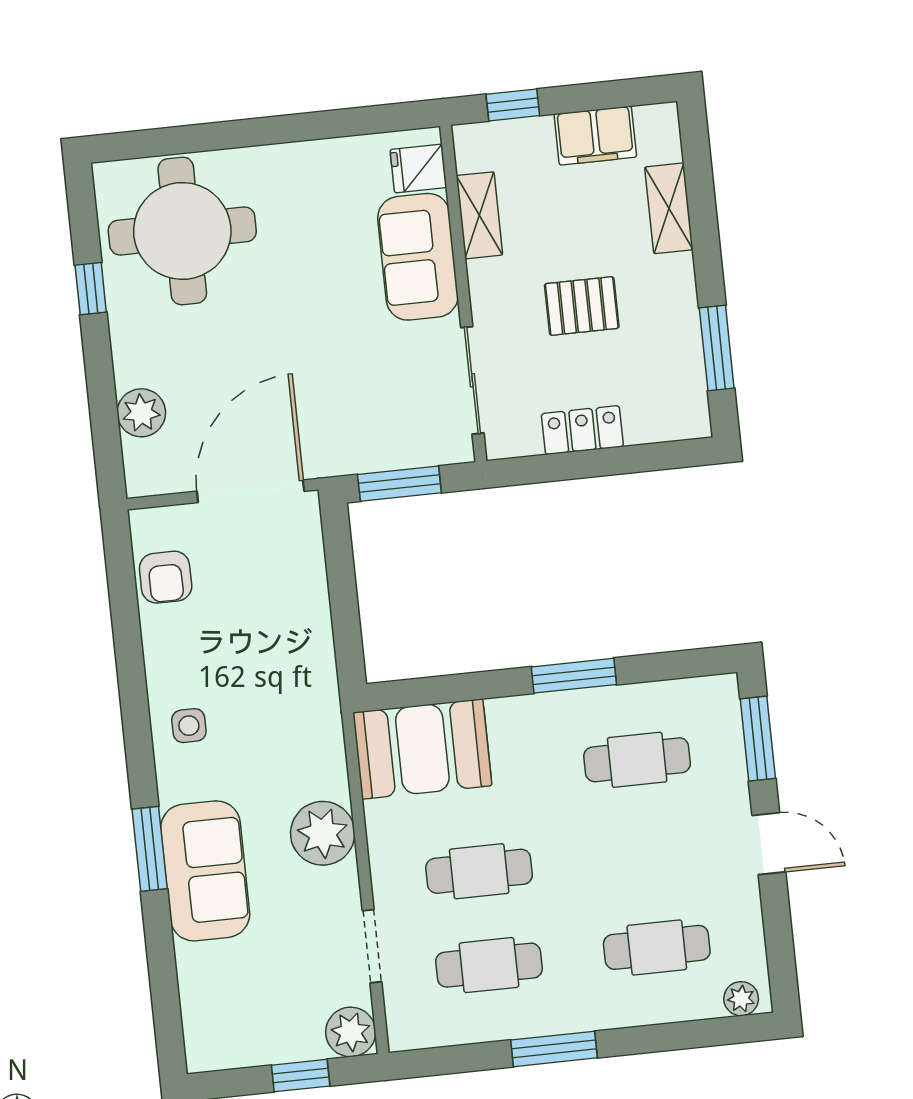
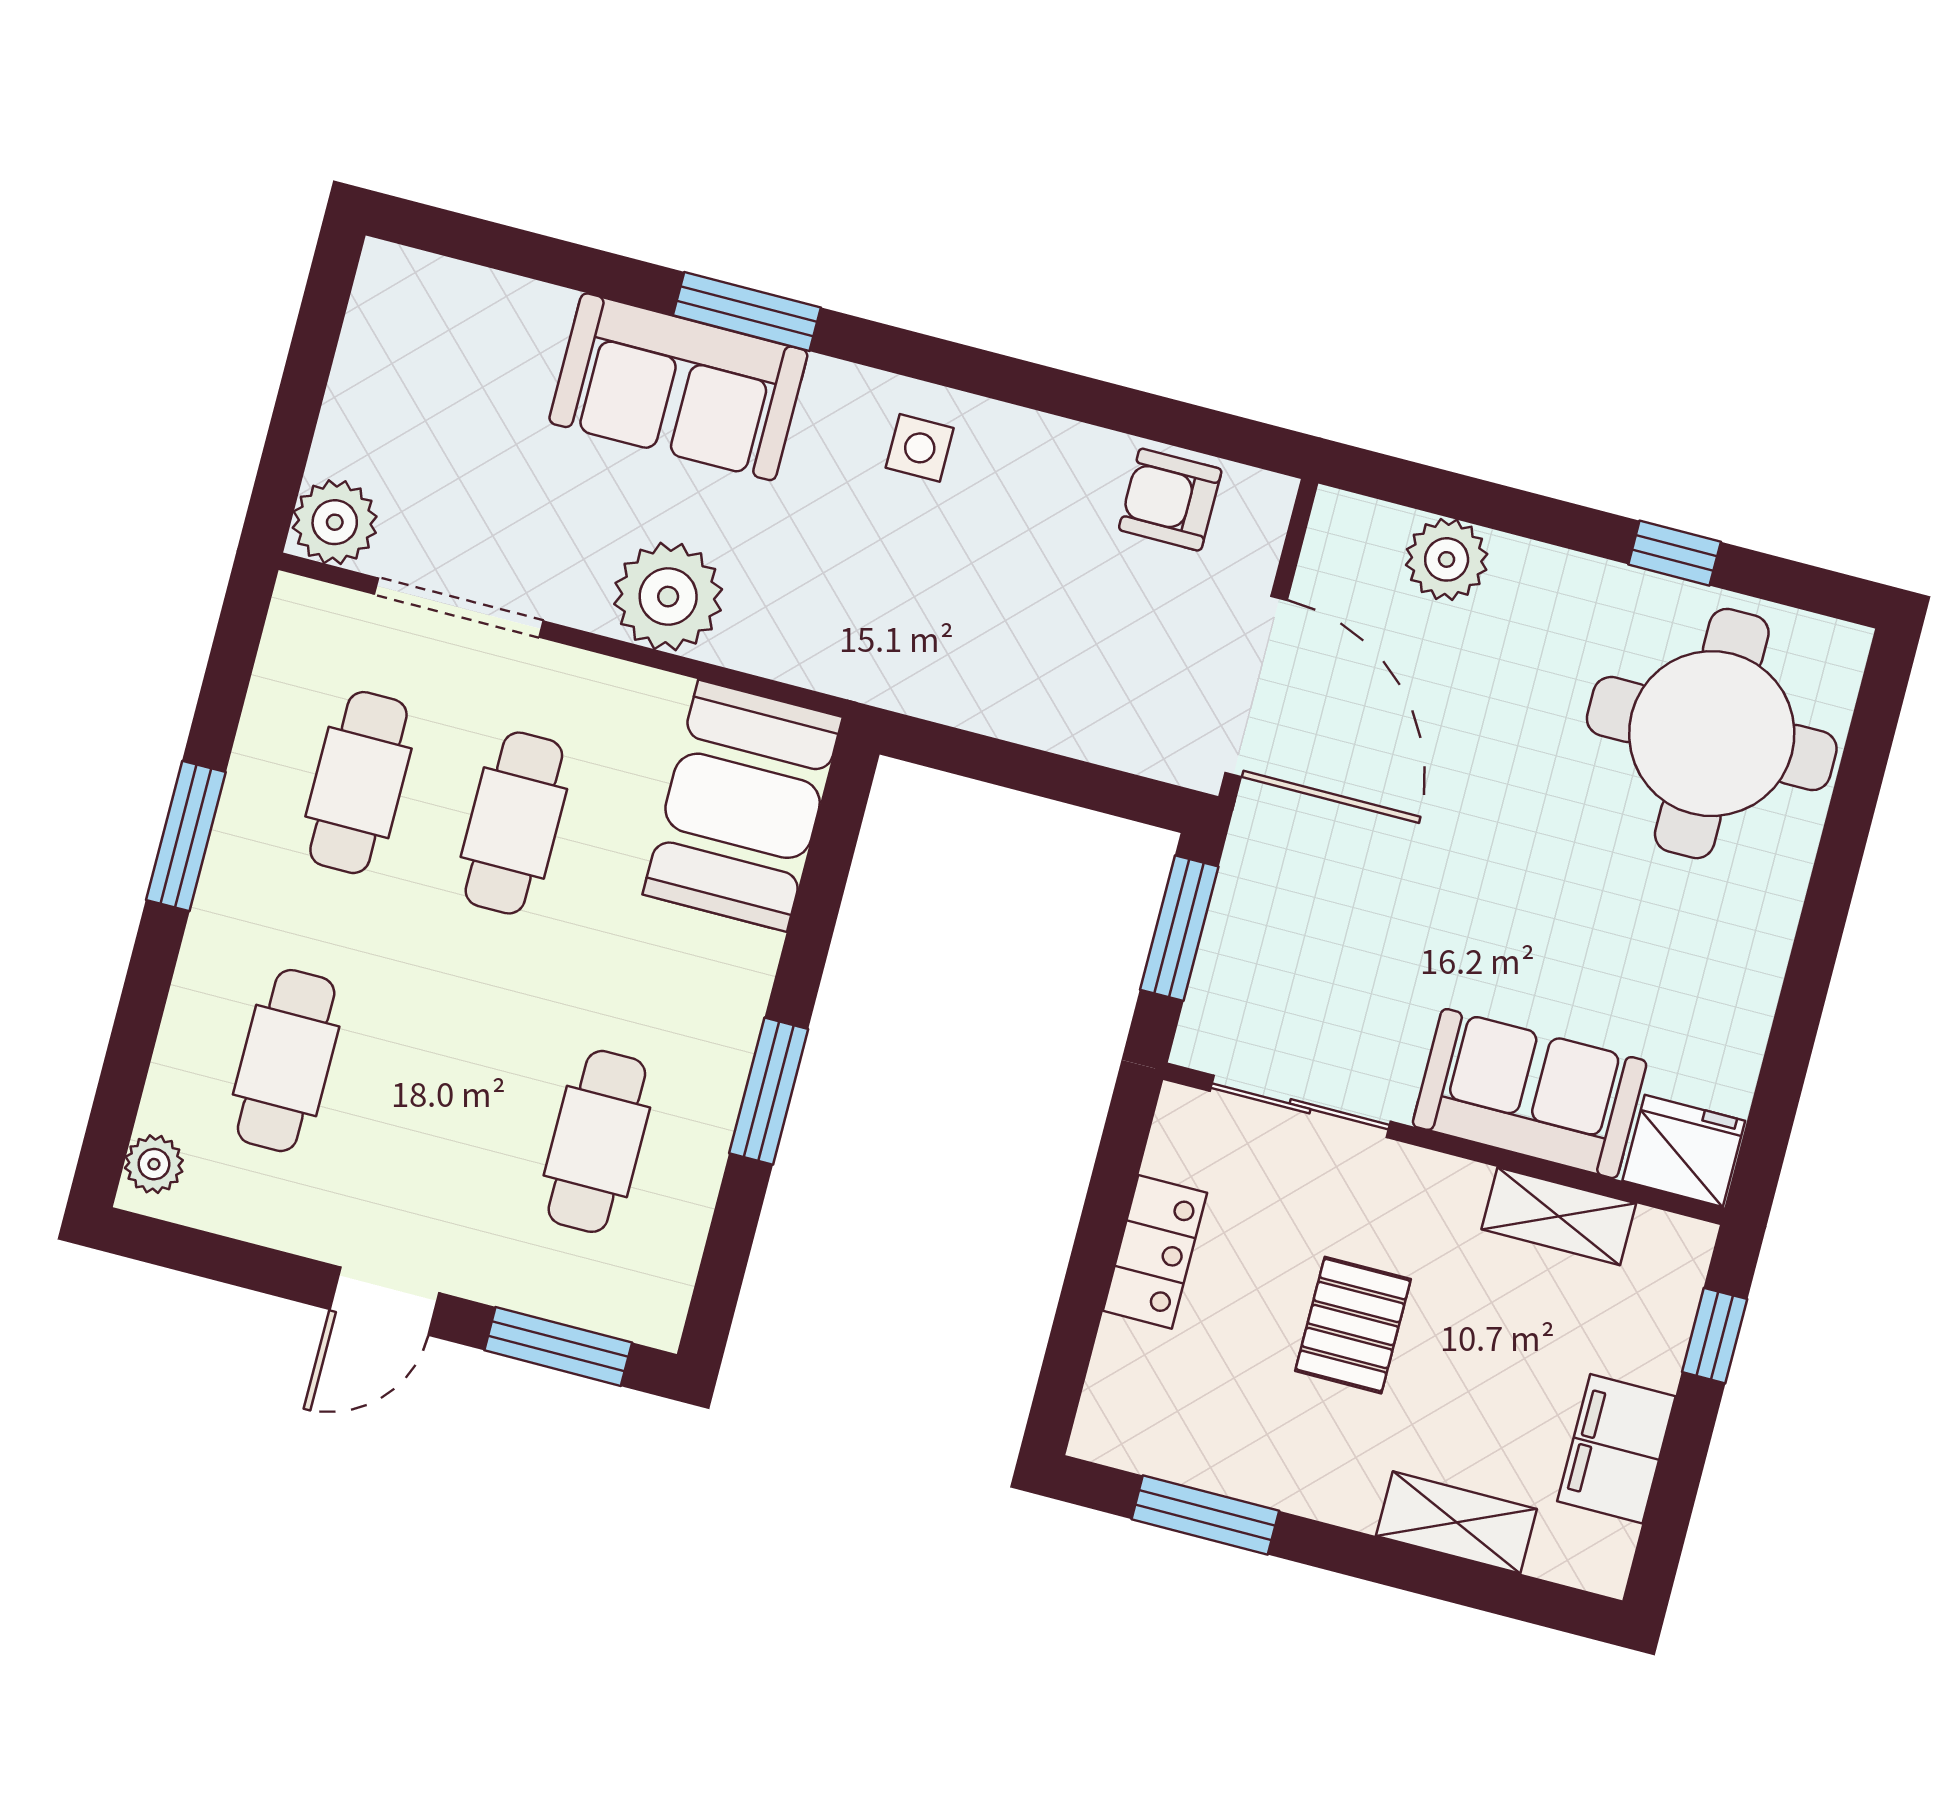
fridge: (418, 169) -> (1684, 1151), width x1.38
doorway: (372, 946) -> (459, 608), width x1.38
window: (301, 1076) -> (295, 416), removed

